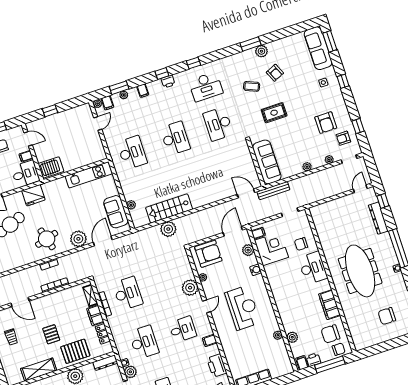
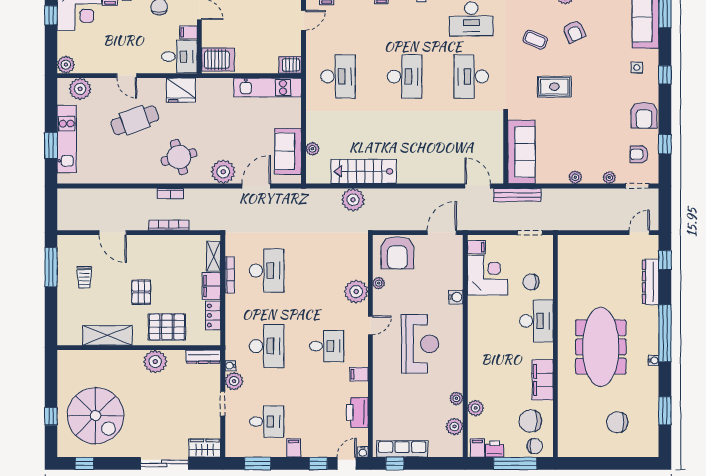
armchair: (326, 123) -> (644, 115), moved
server rack: (99, 155) -> (290, 65), added
plant: (248, 250) -> (454, 426), moved
armchair: (208, 254) -> (397, 253), turned 90

